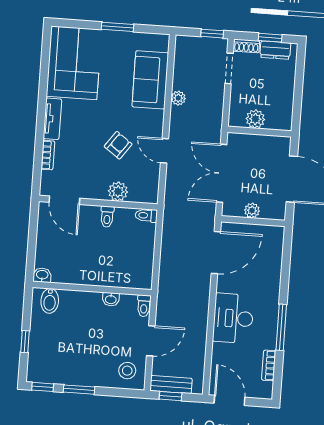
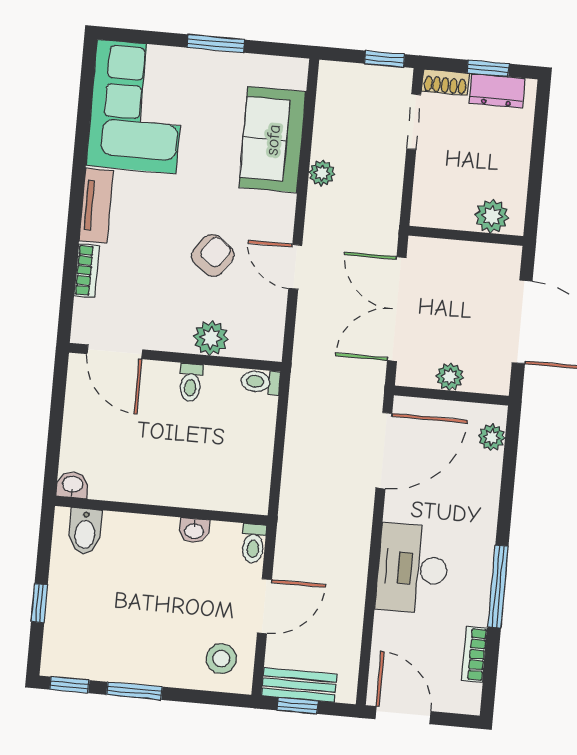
plant: (255, 119) -> (492, 216), moved
plant: (276, 244) -> (492, 437), added

